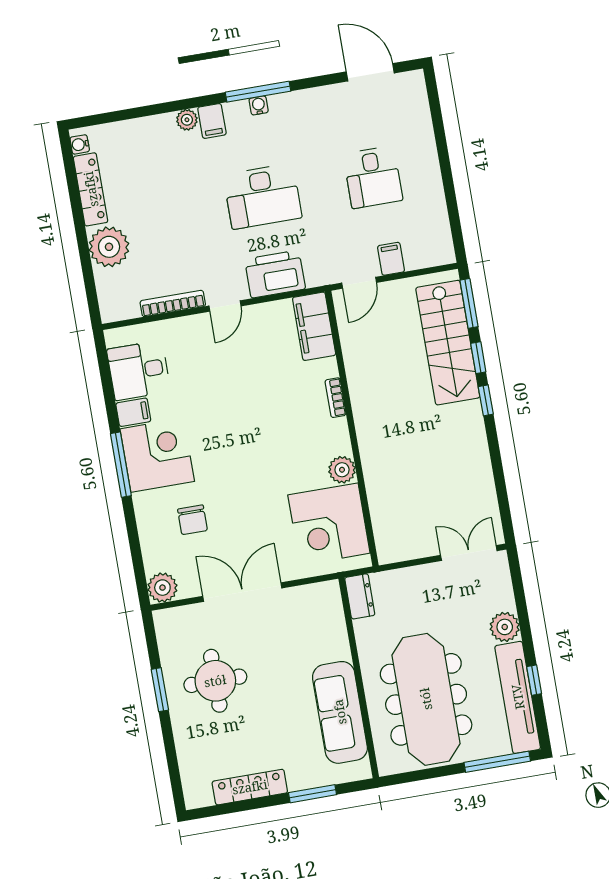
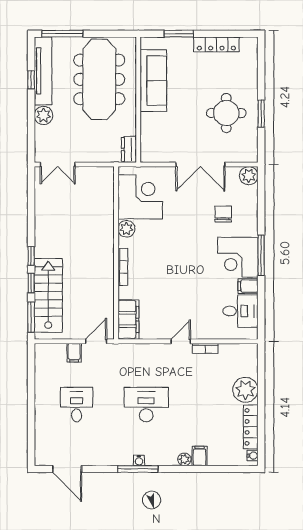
filing cabinet: (212, 121) -> (200, 456), moved
printer: (275, 274) -> (147, 356), removed
bookcase: (173, 304) -> (205, 348), width x0.64
bookcase: (336, 398) -> (123, 267), width x1.56

